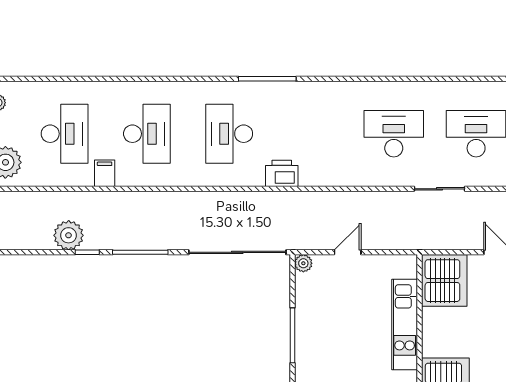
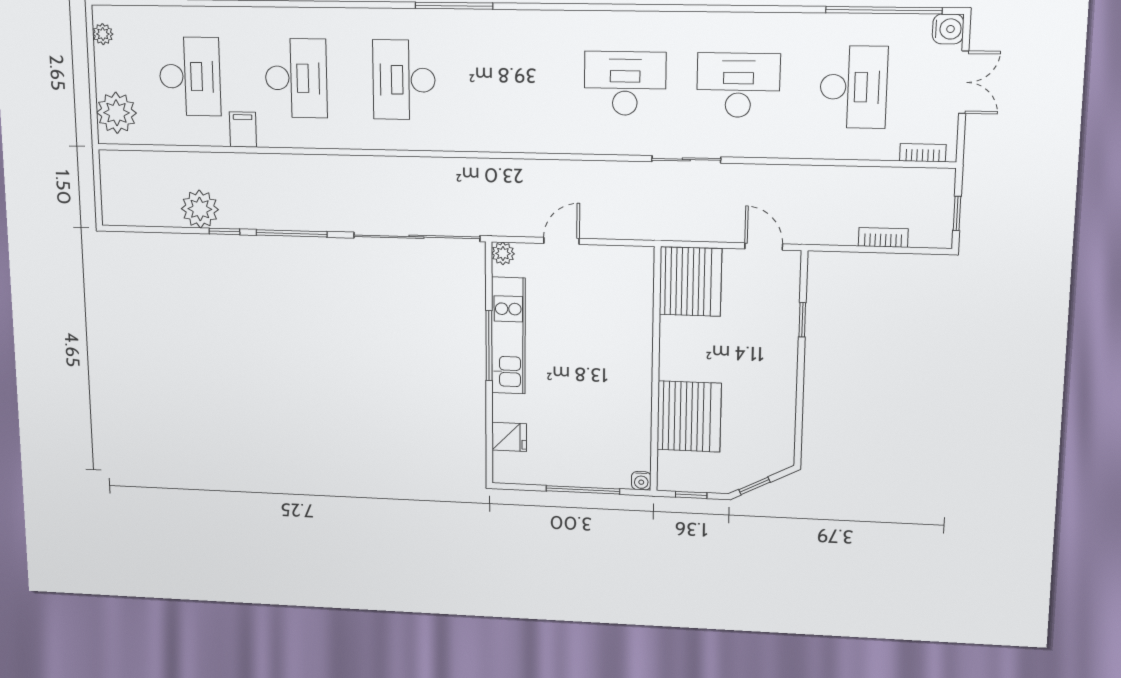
printer: (282, 173) -> (474, 134), removed
kitchen unit: (405, 325) -> (508, 336), moved, turned 180

